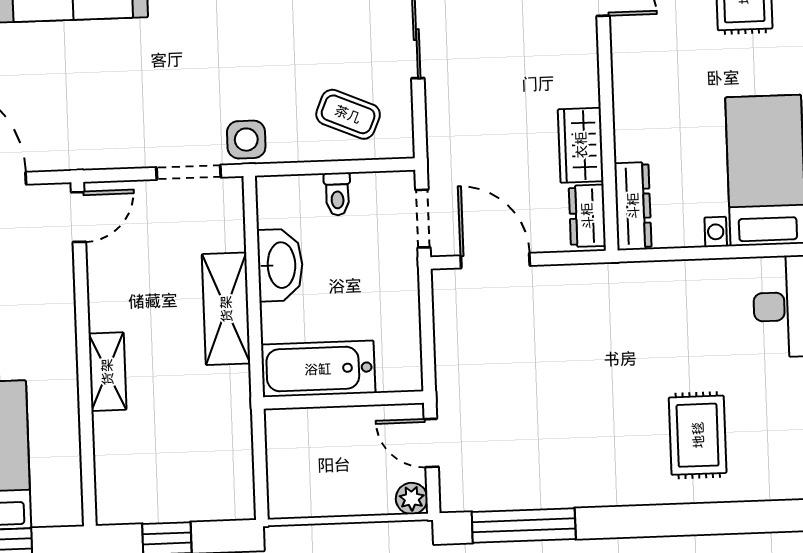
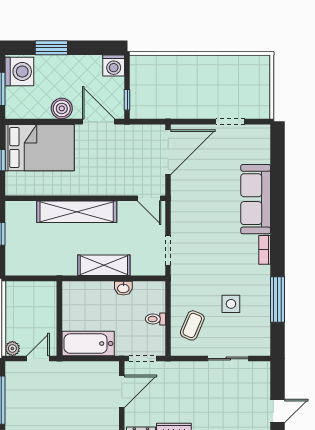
side table: (246, 140) -> (231, 304), moved
washbasin: (280, 265) -> (123, 288), width x0.52, depth x0.69
bathtub: (318, 369) -> (88, 344), moved, turned -90
shelving: (107, 372) -> (77, 212), width x2.20, depth x1.33

